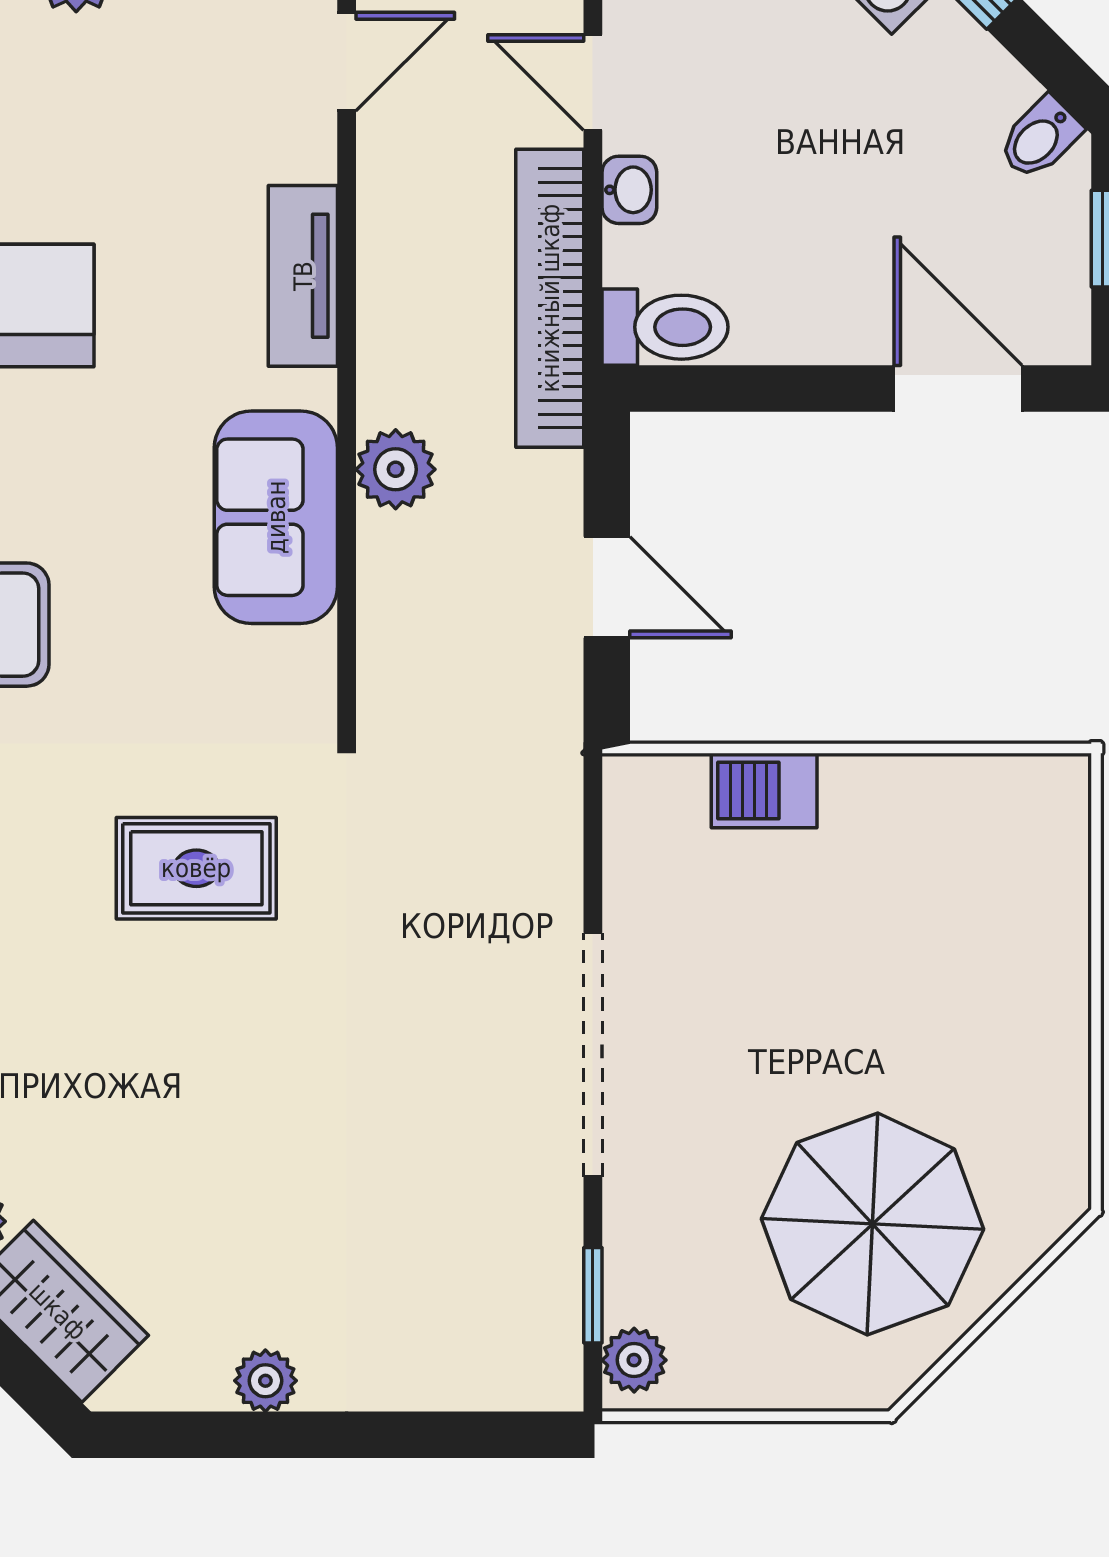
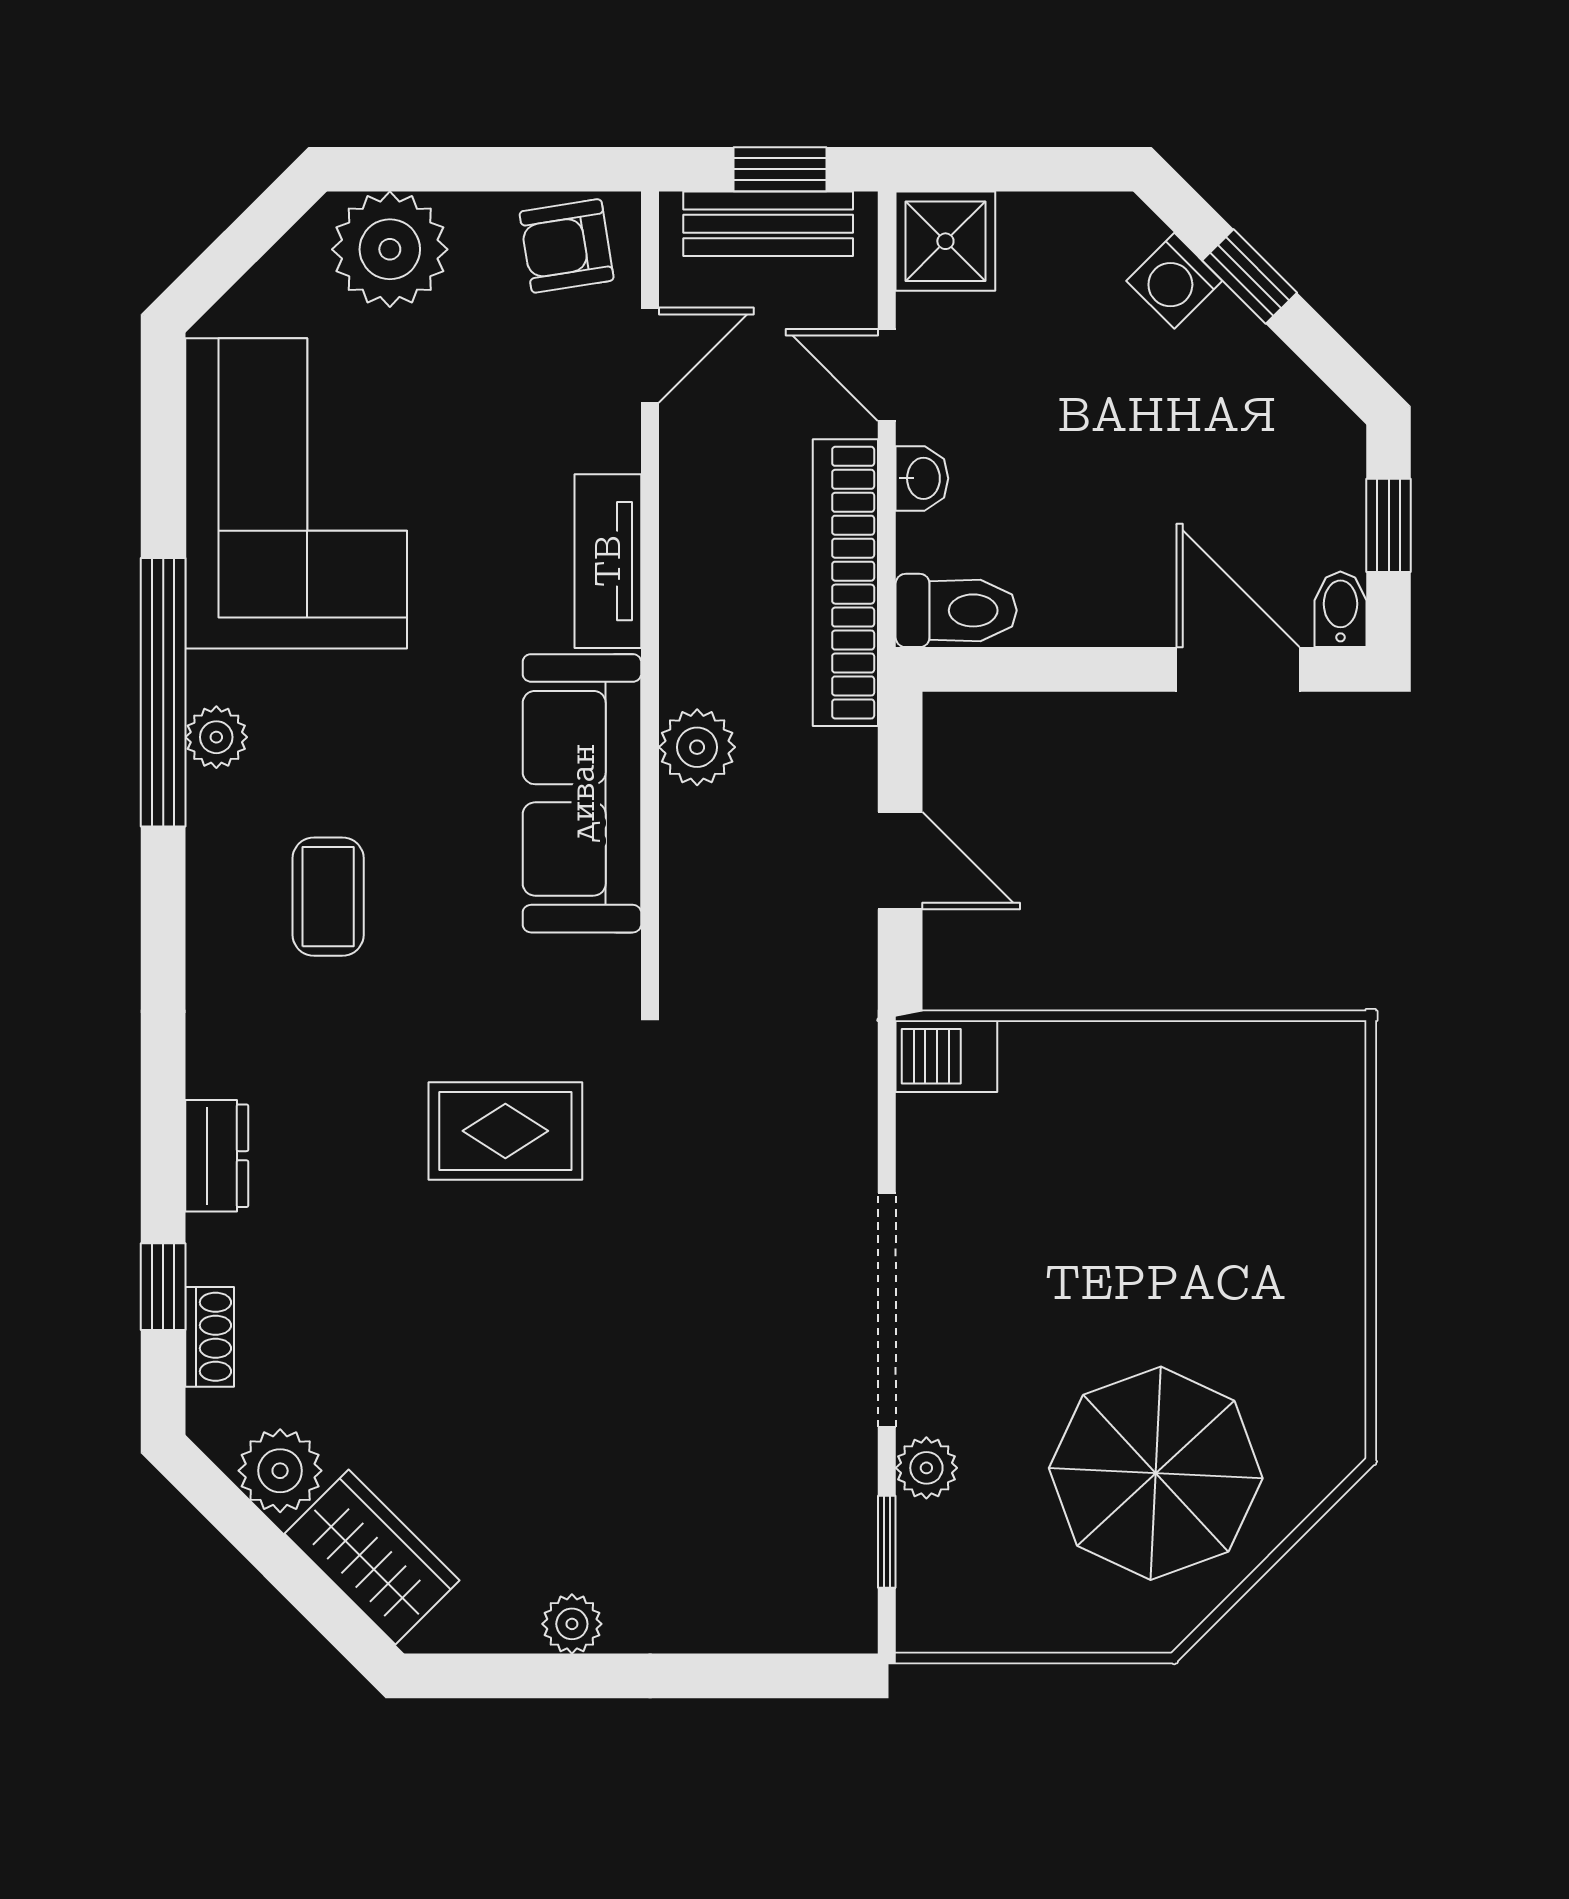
bidet: (1040, 138) -> (1340, 609), moved, turned 135
sofa: (276, 517) -> (582, 793), width x1.36
barbecue: (764, 791) -> (946, 1056), moved
plant: (634, 1360) -> (926, 1468), moved

